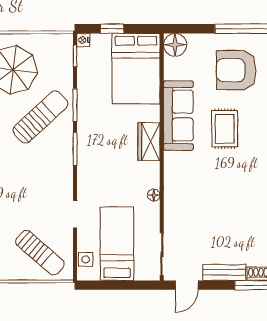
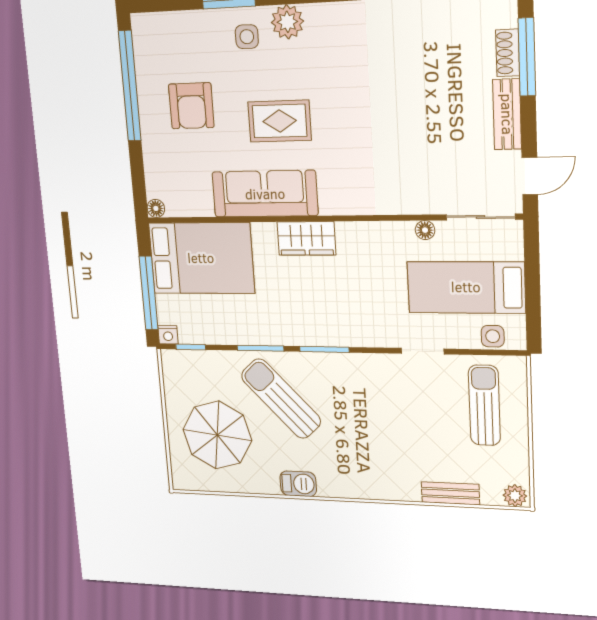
window: (112, 29) -> (149, 293), width x2.17
floor lamp: (175, 45) -> (156, 208), width x0.53, depth x0.53
armchair: (236, 70) -> (191, 106), width x0.73, depth x0.73
floor lamp: (154, 195) -> (425, 230), moved
sun lounger: (40, 253) -> (484, 405), turned -41
door: (187, 285) -> (530, 176), hinge flipped

